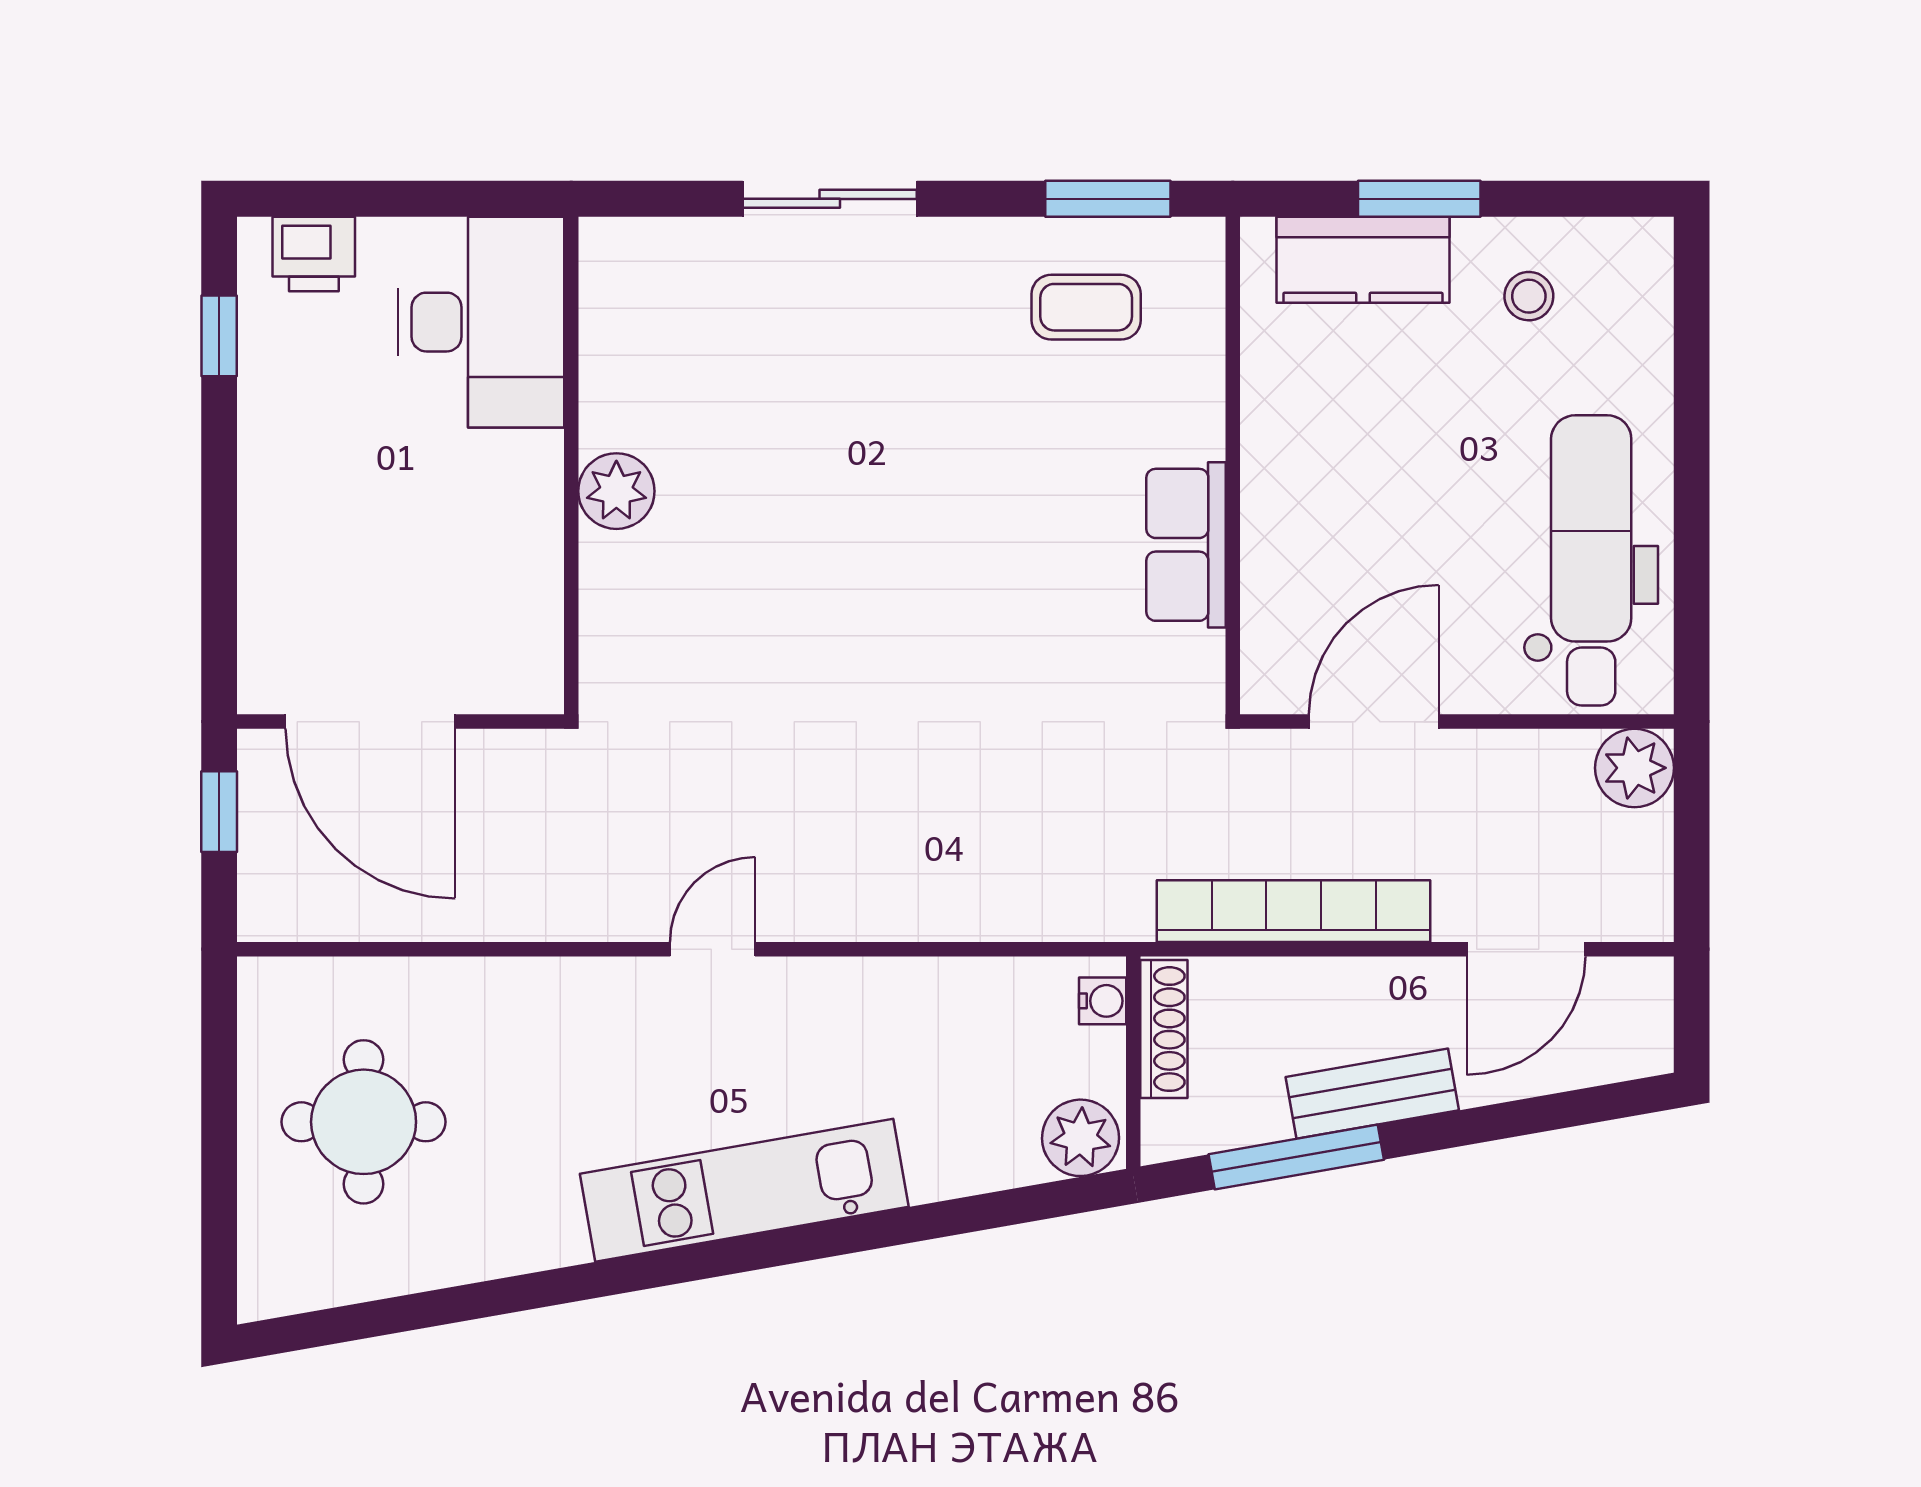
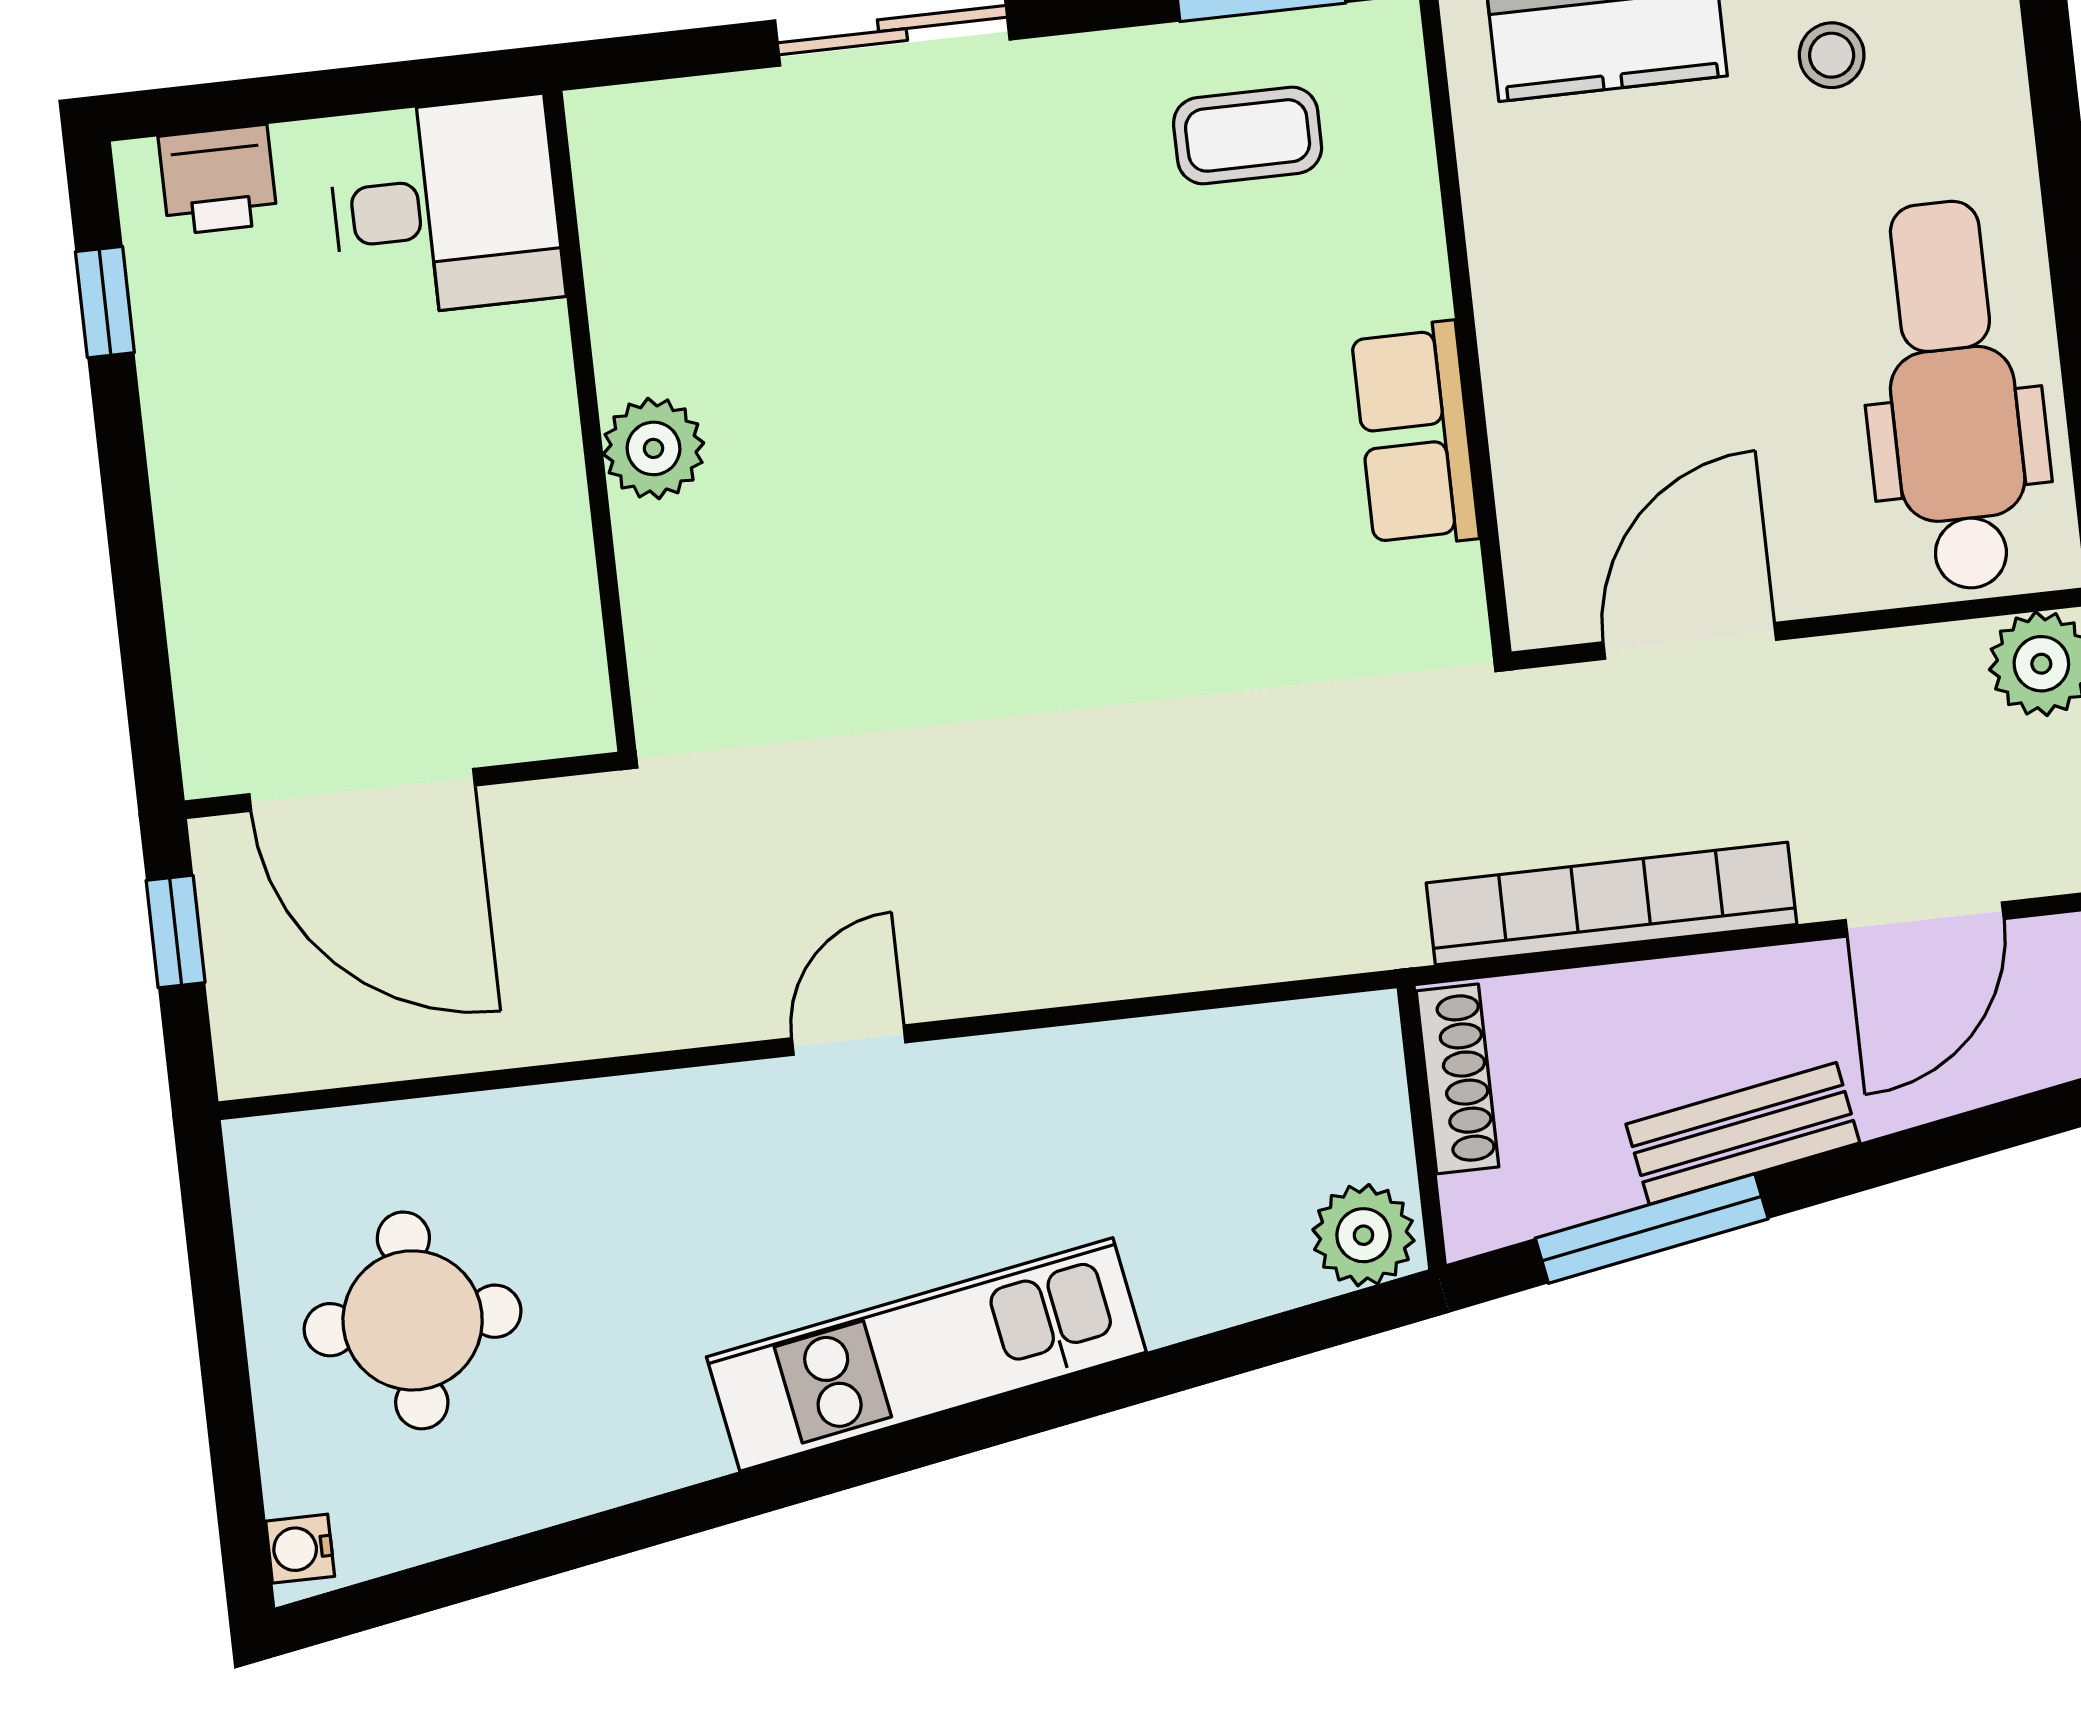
desk: (481, 322) -> (445, 207), width x0.73
water cooler: (1103, 1001) -> (300, 1549), moved, turned 180

